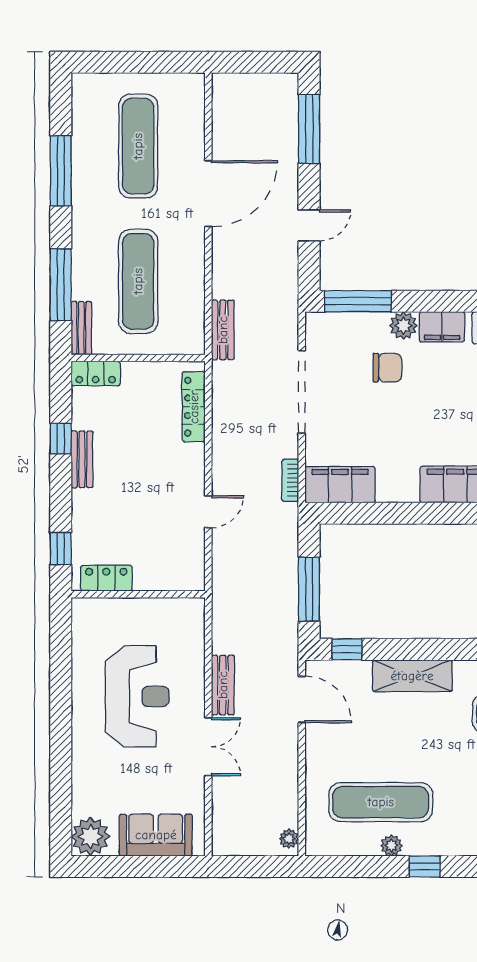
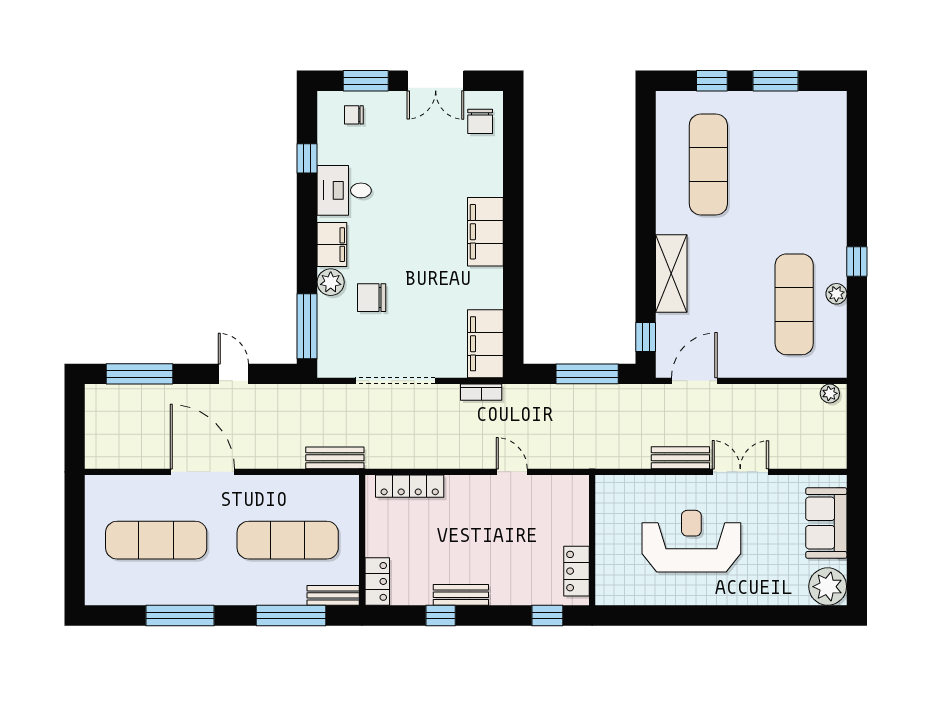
chair: (387, 368) -> (372, 298), turned -90

